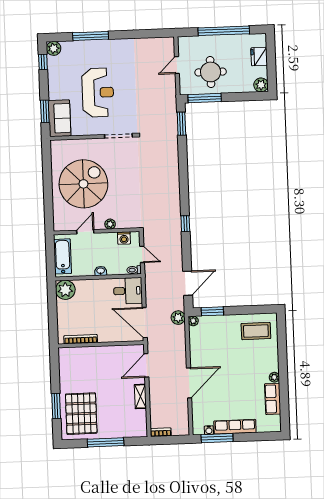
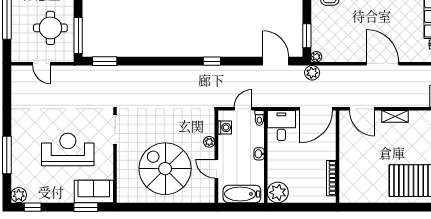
window: (56, 406) -> (402, 207), removed

